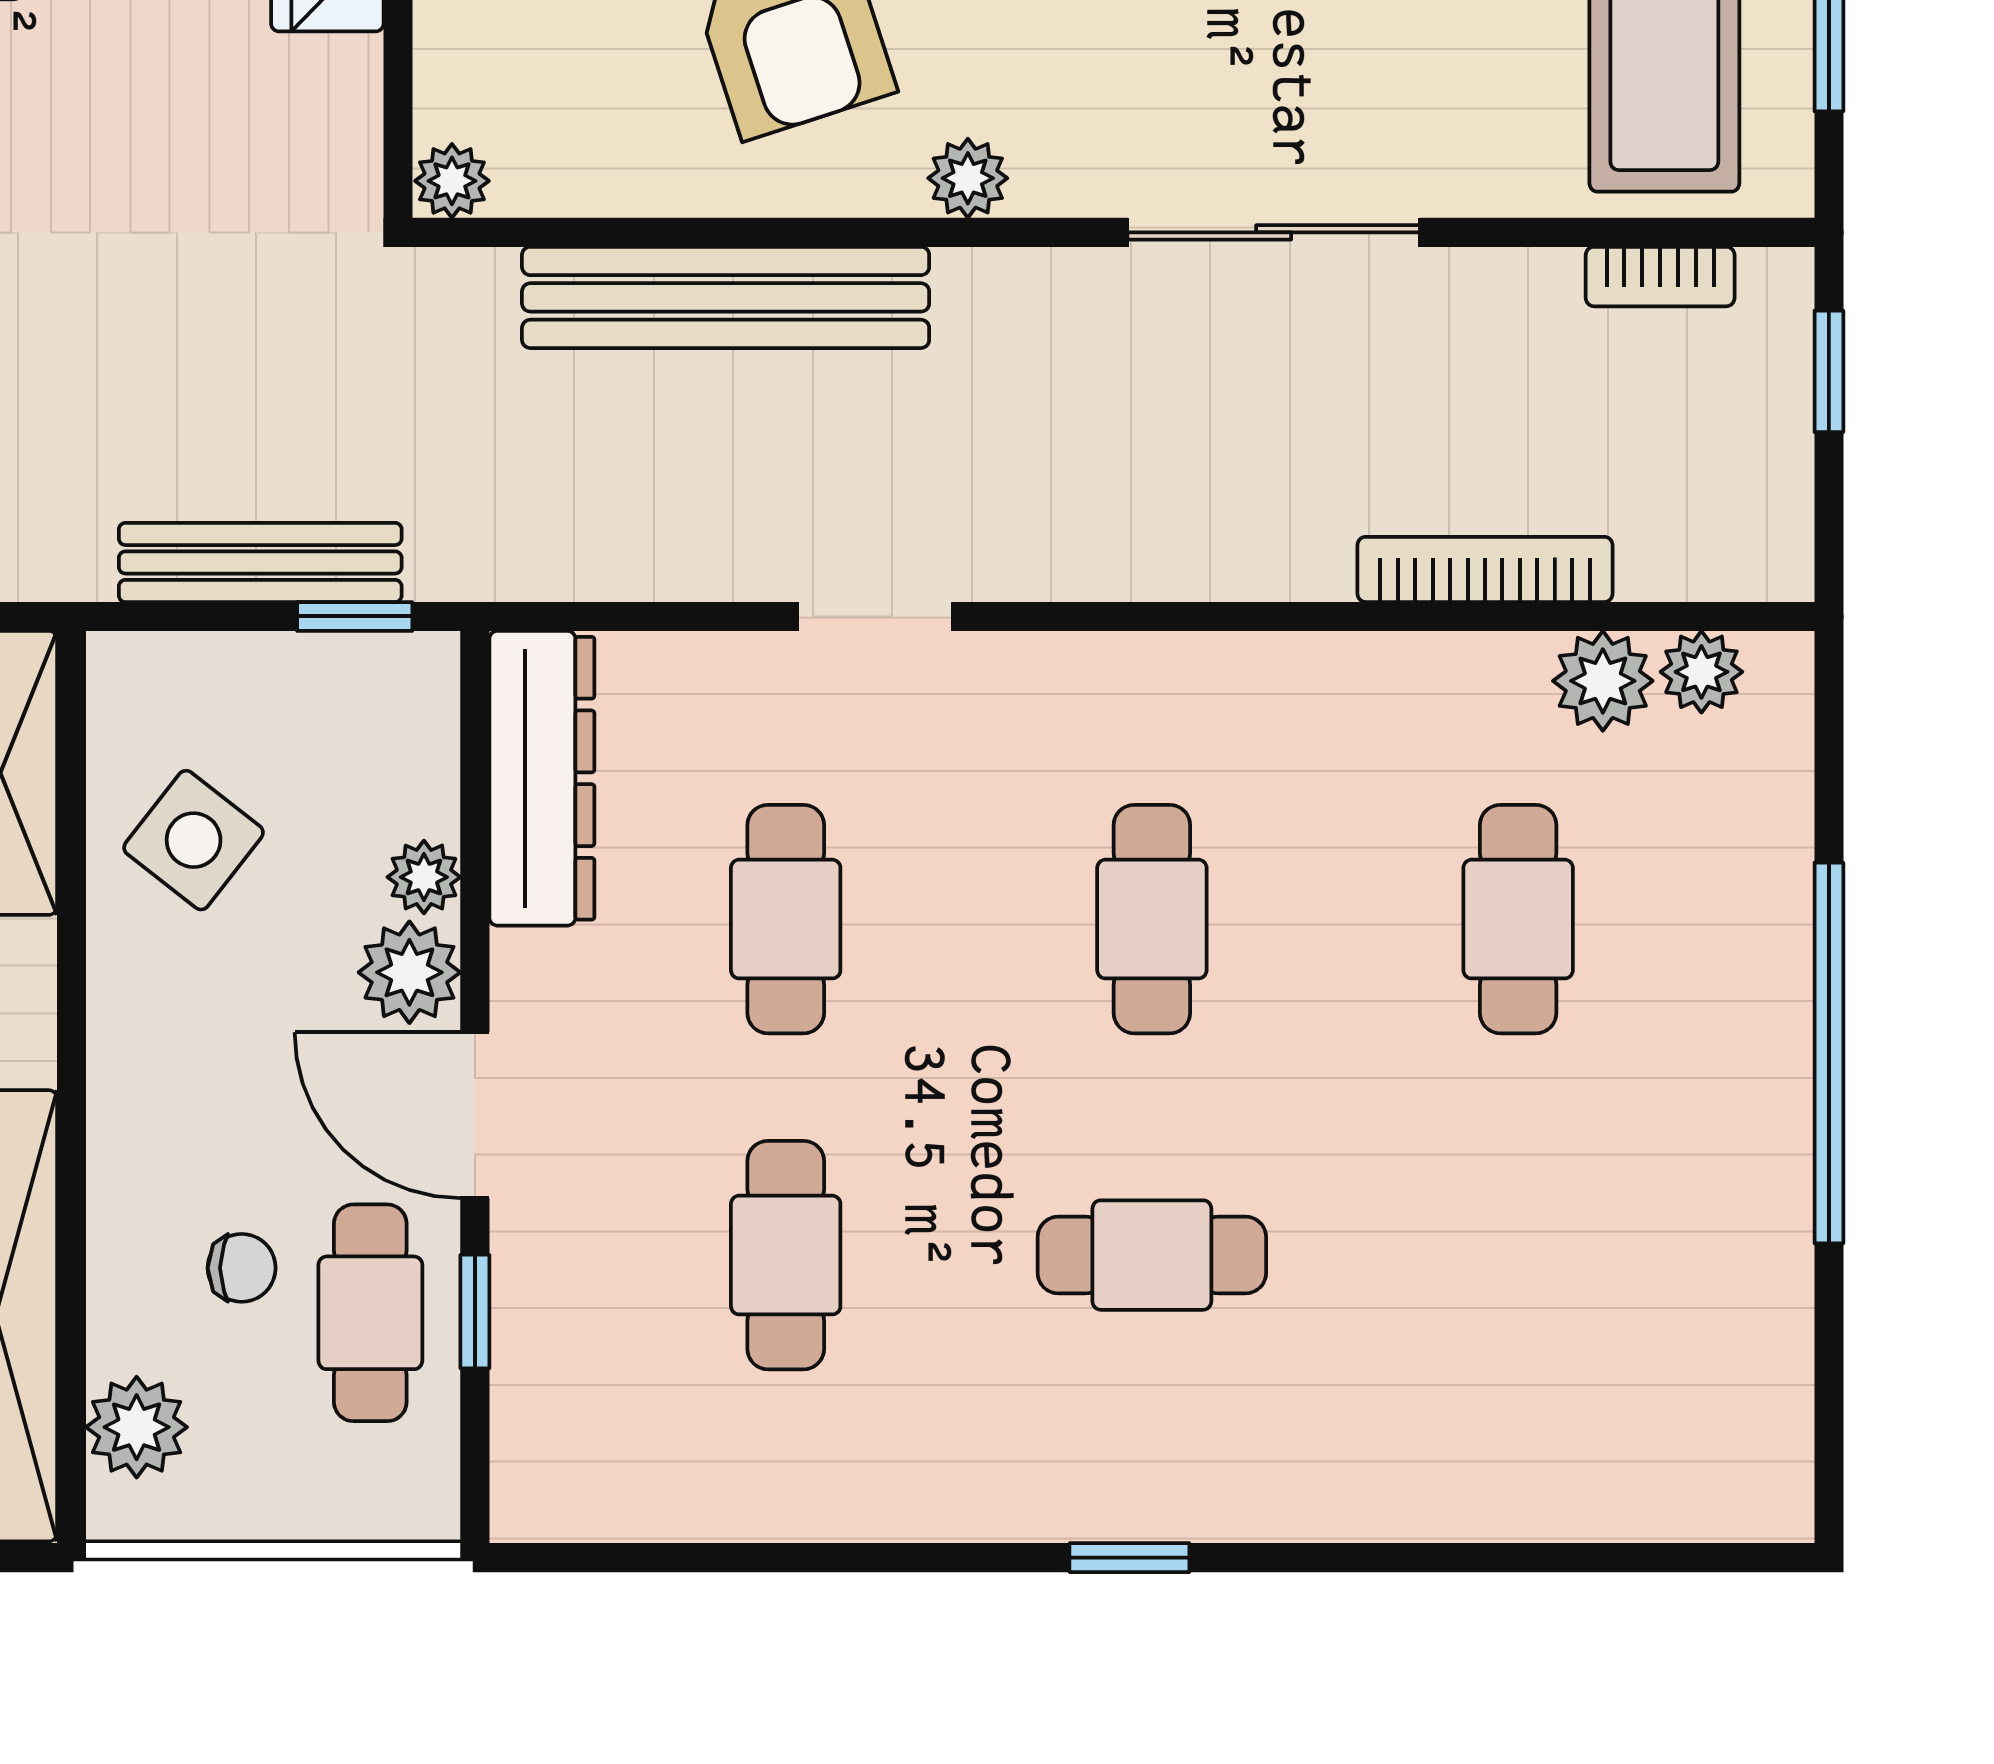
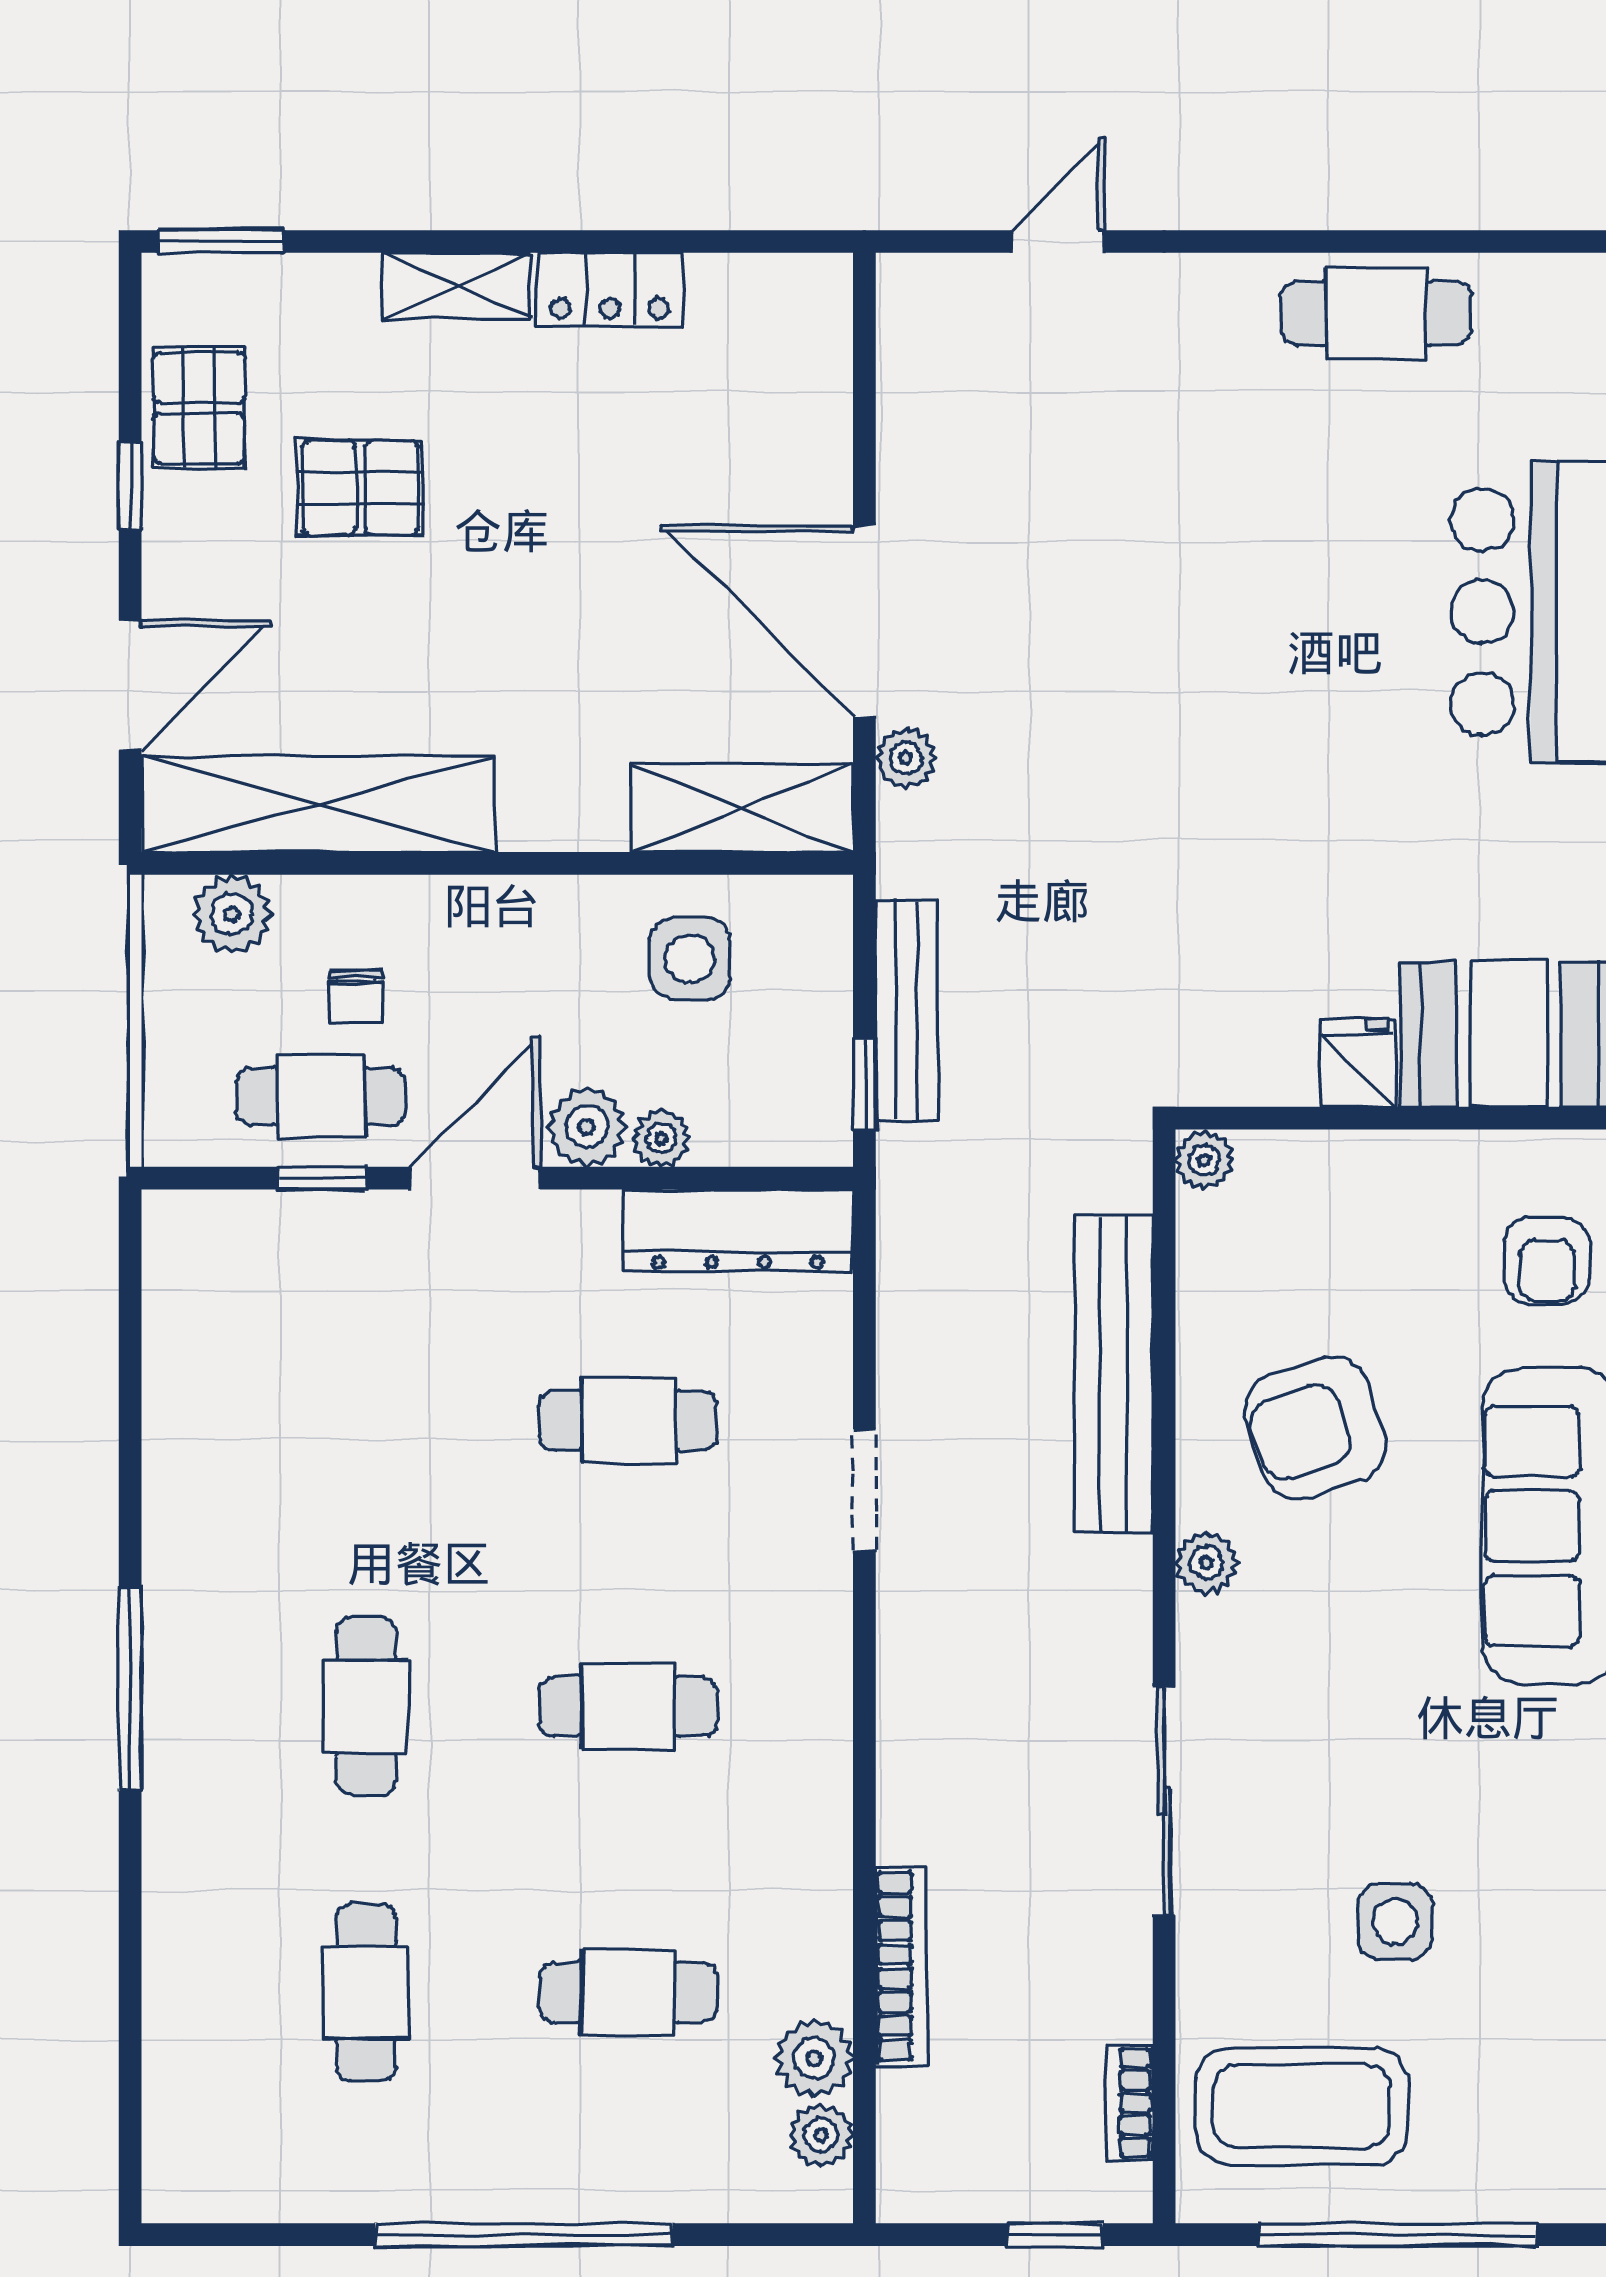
side table: (194, 840) -> (690, 959), turned -38
cafe table: (786, 1255) -> (366, 1992), moved, turned 90
window: (1129, 1558) -> (130, 1689), width x2.17

